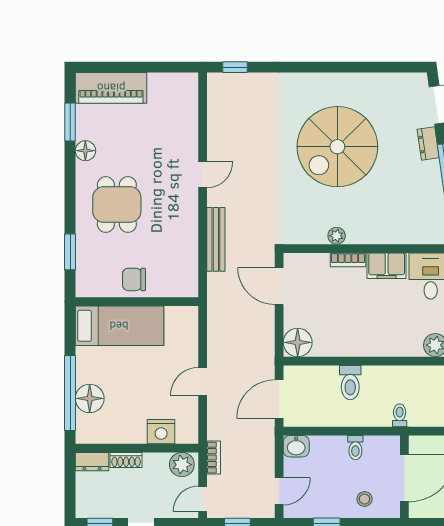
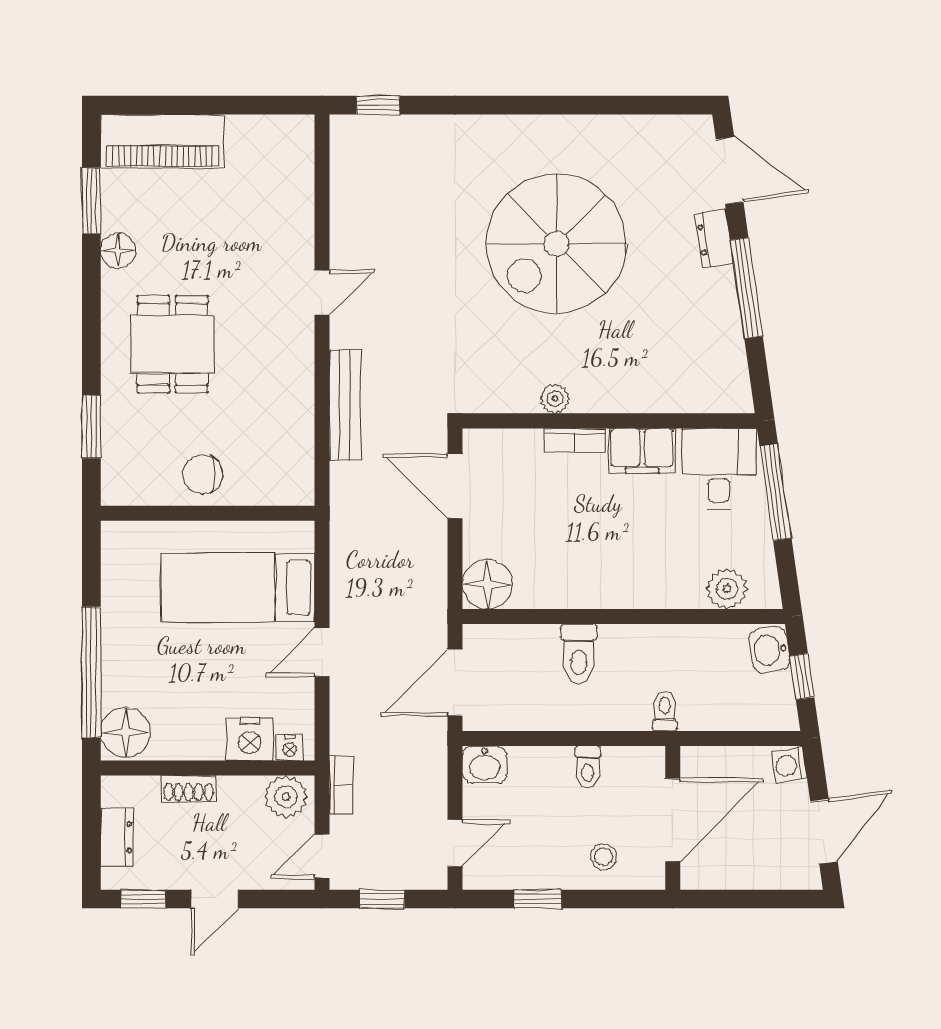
bed: (119, 326) -> (238, 588), moved, turned 180
floor lamp: (90, 398) -> (125, 732), moved
nightstand: (184, 436) -> (290, 748), added
dresser: (92, 462) -> (117, 837), moved, turned -90

